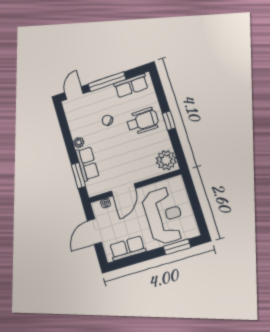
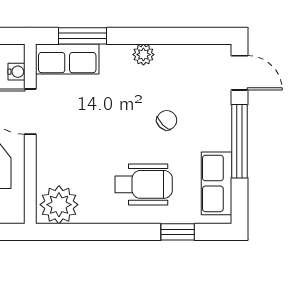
wheelchair: (143, 121) -> (144, 184), turned -90
window: (169, 121) -> (178, 232), moved
row of seats: (87, 164) -> (67, 59), moved

